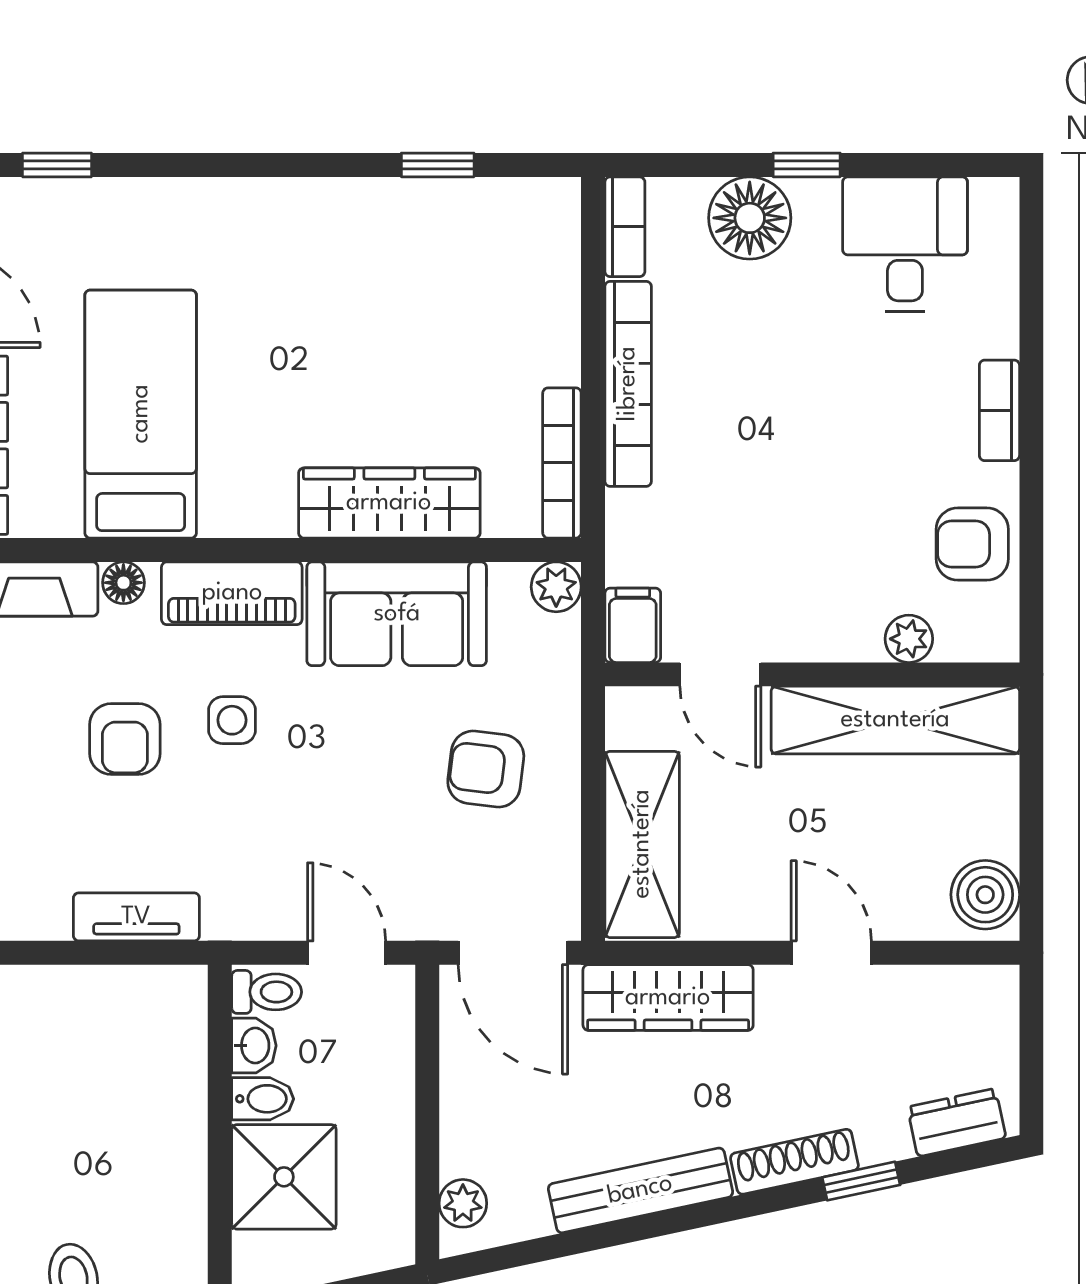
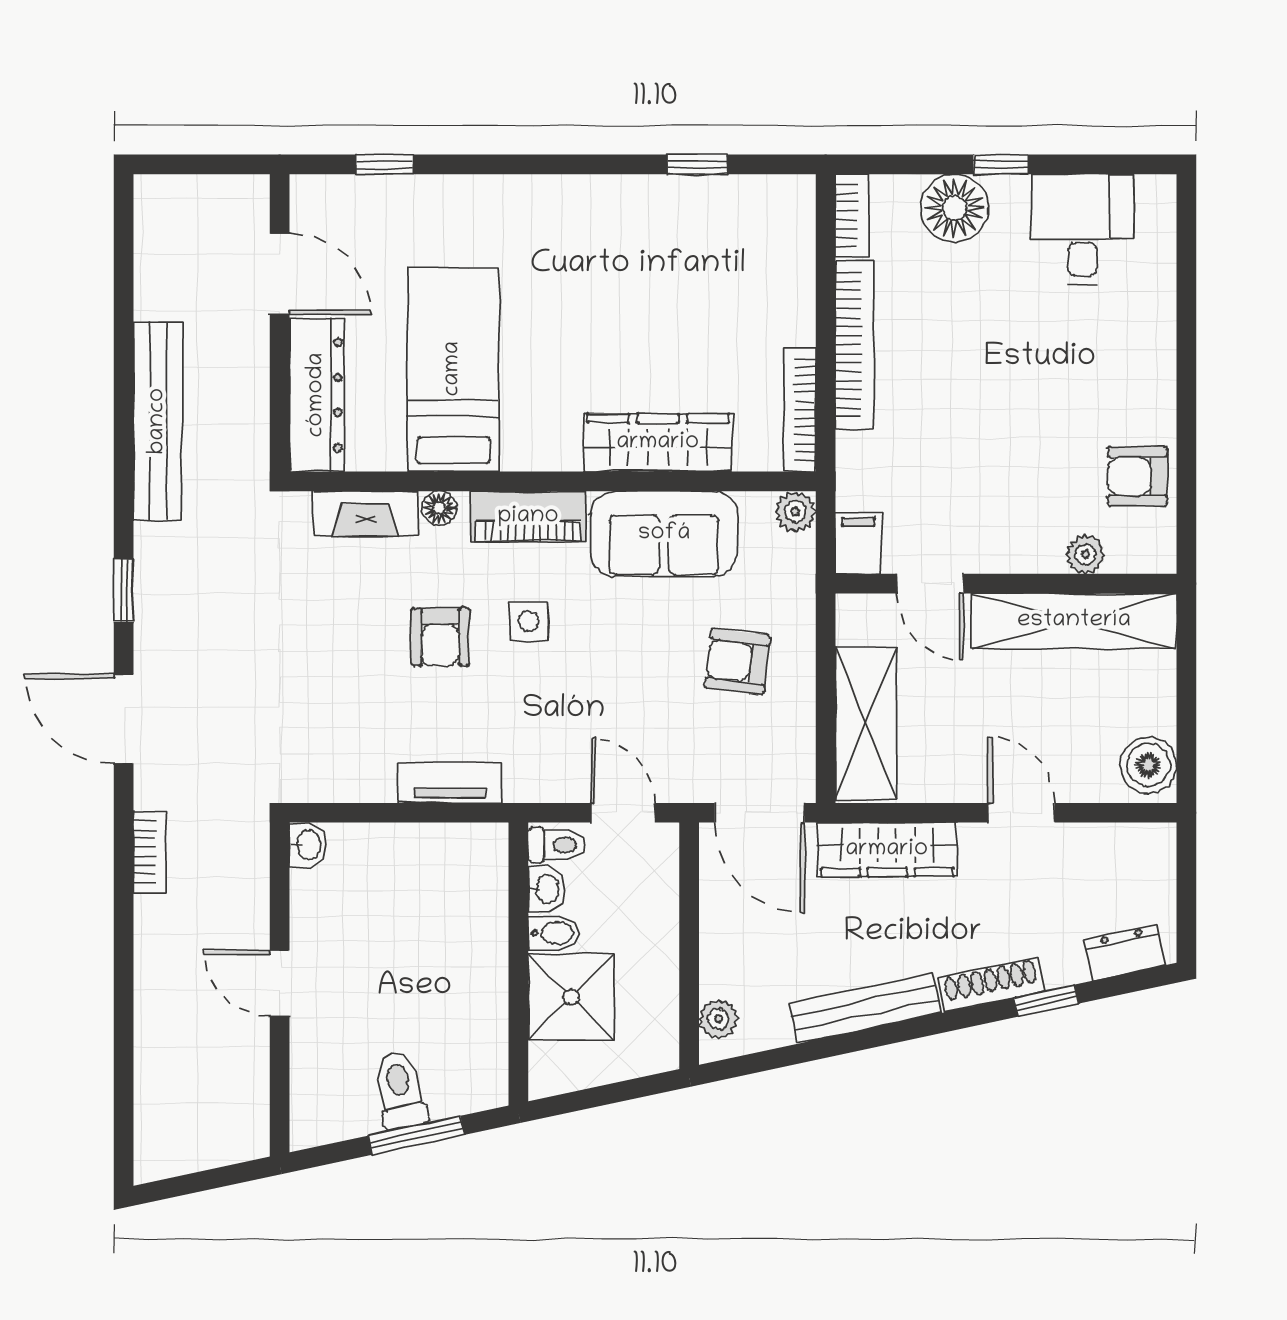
bookcase: (999, 410) -> (1160, 366), removed

